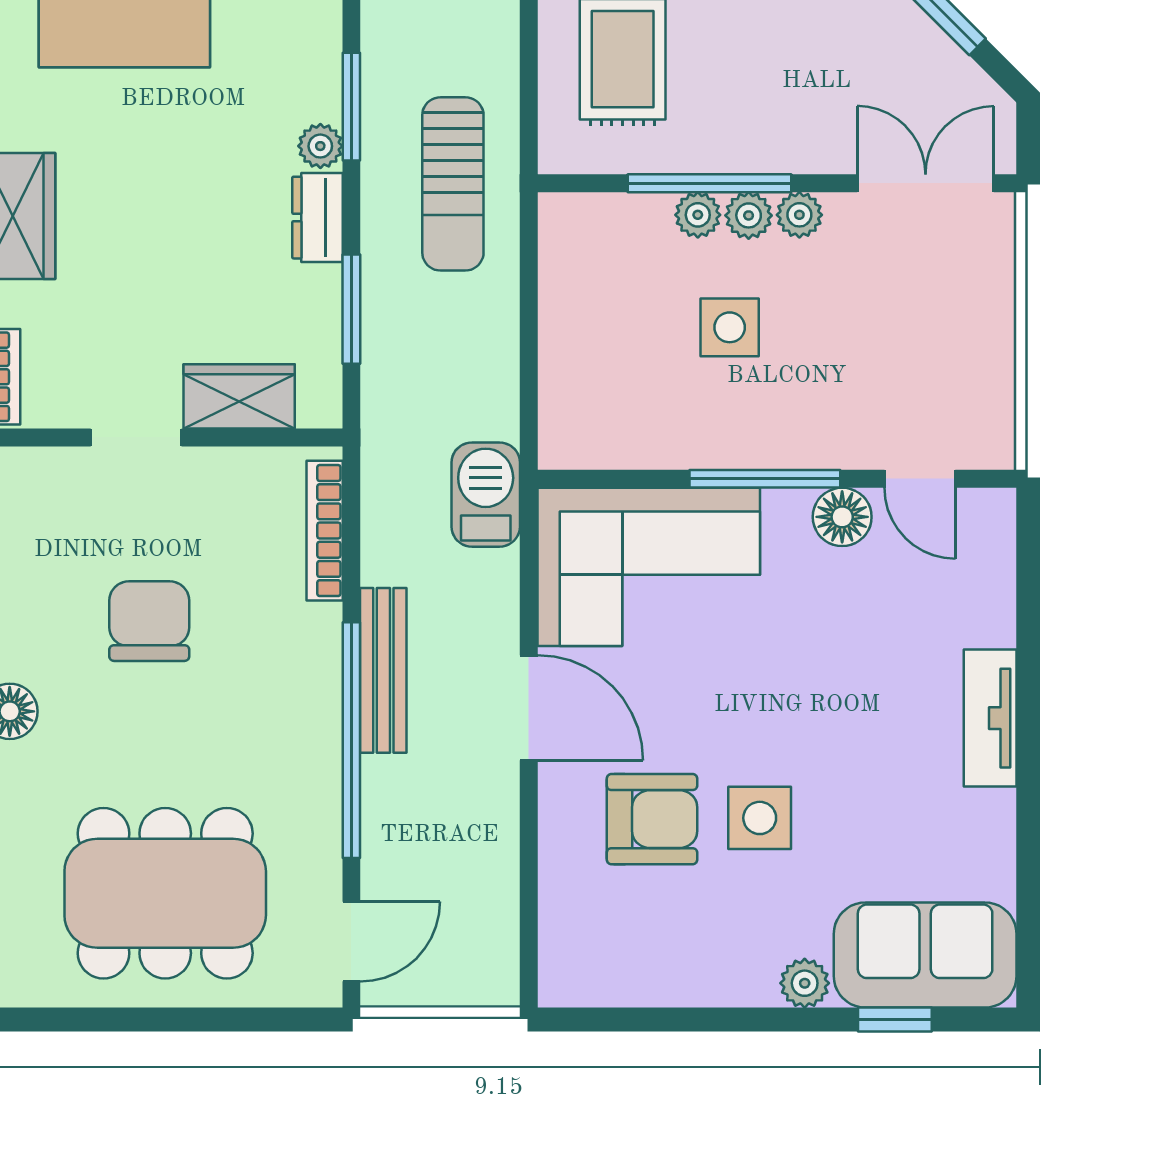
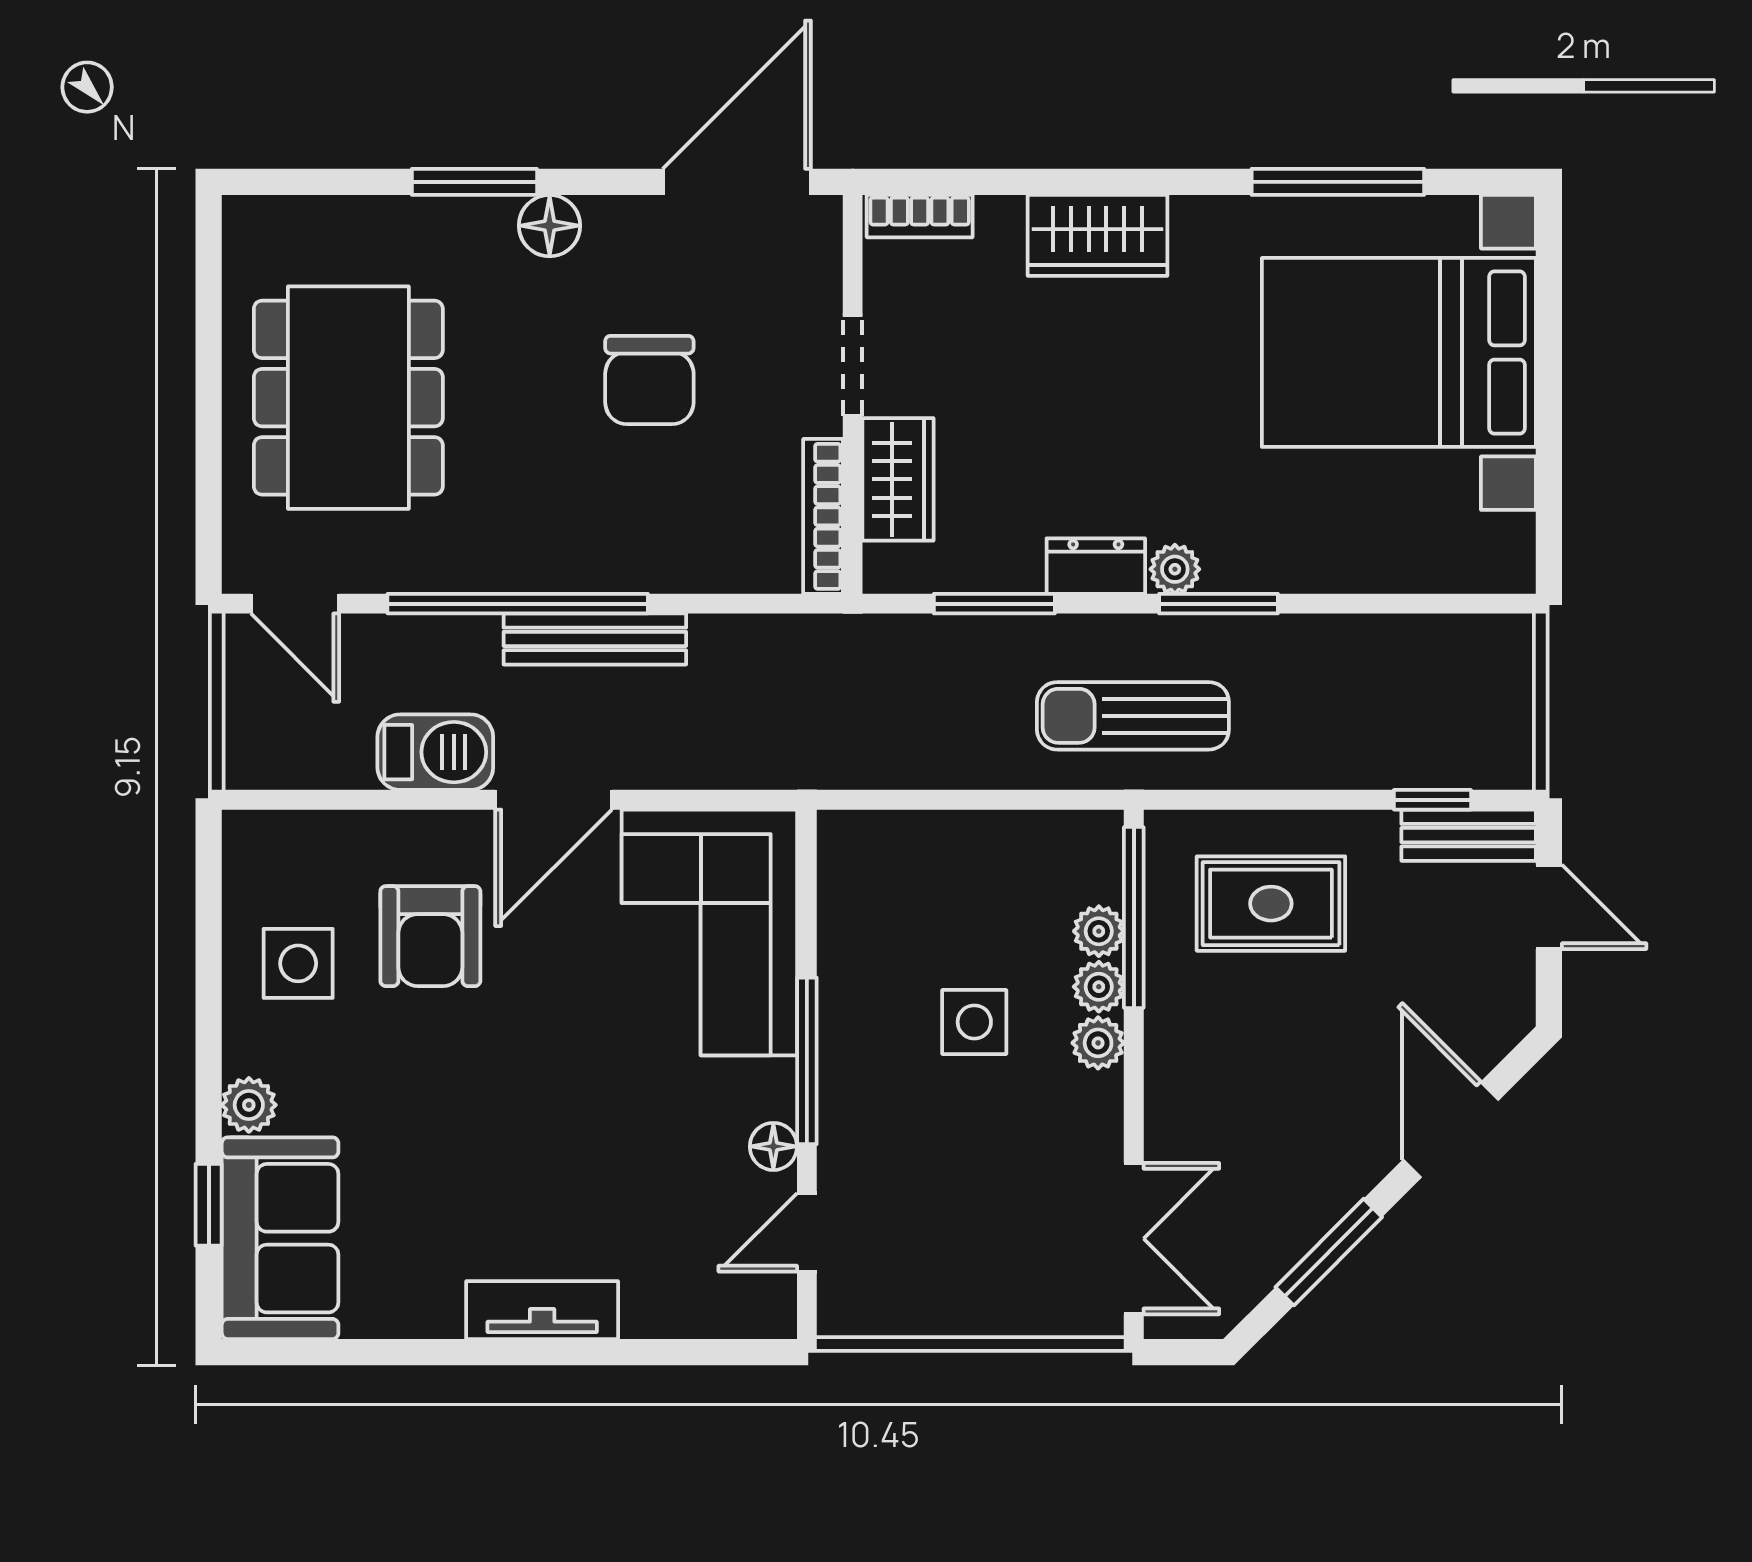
window: (709, 183) -> (1134, 918), moved
plant: (799, 215) -> (1099, 931), moved
barbecue: (486, 495) -> (435, 752), moved
floor lamp: (842, 517) -> (773, 1146), width x0.73, depth x0.73
bookcase: (325, 531) -> (823, 516), moved, turned -90
chair: (149, 621) -> (649, 380), turned 90
side table: (760, 818) -> (298, 963), moved

